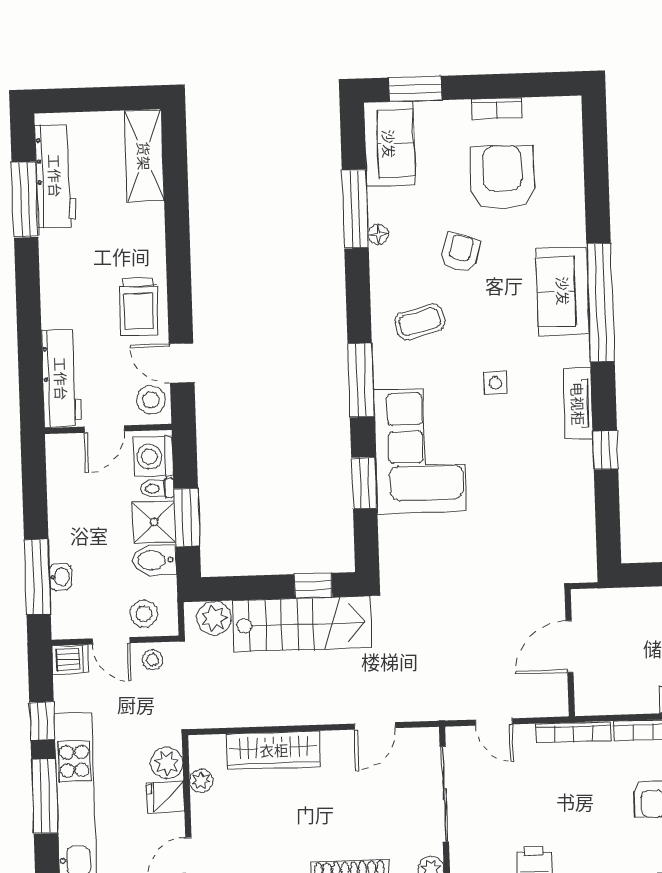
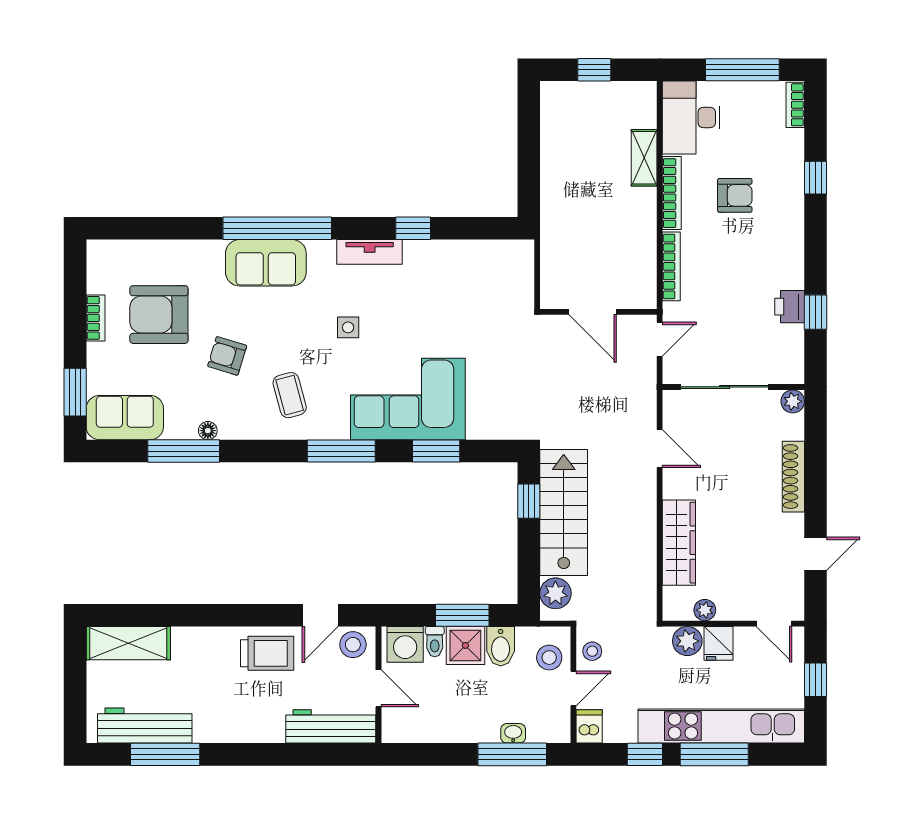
door: (570, 647) -> (593, 312), moved
wall: (570, 653) -> (598, 312), moved

